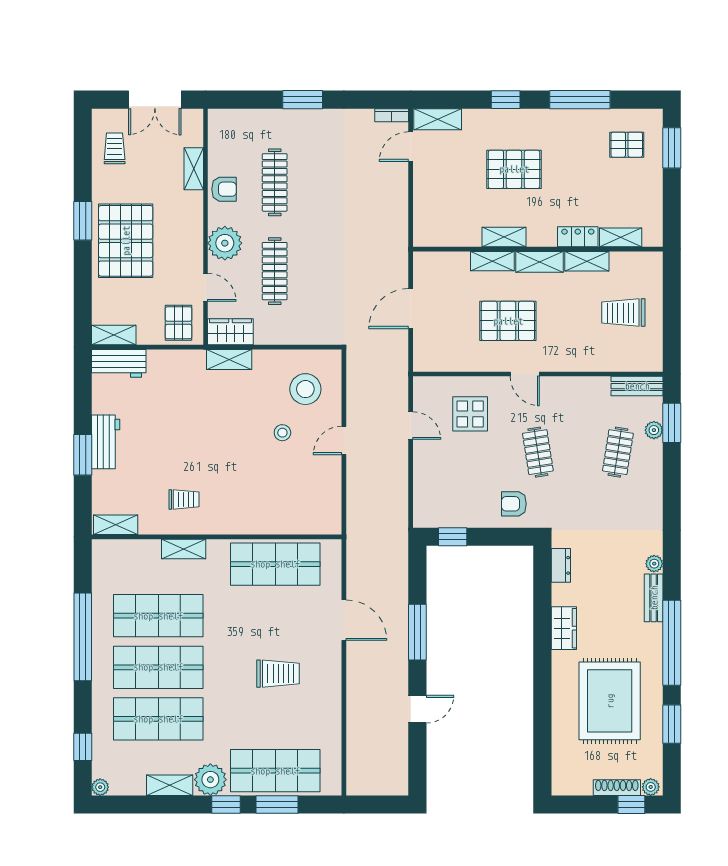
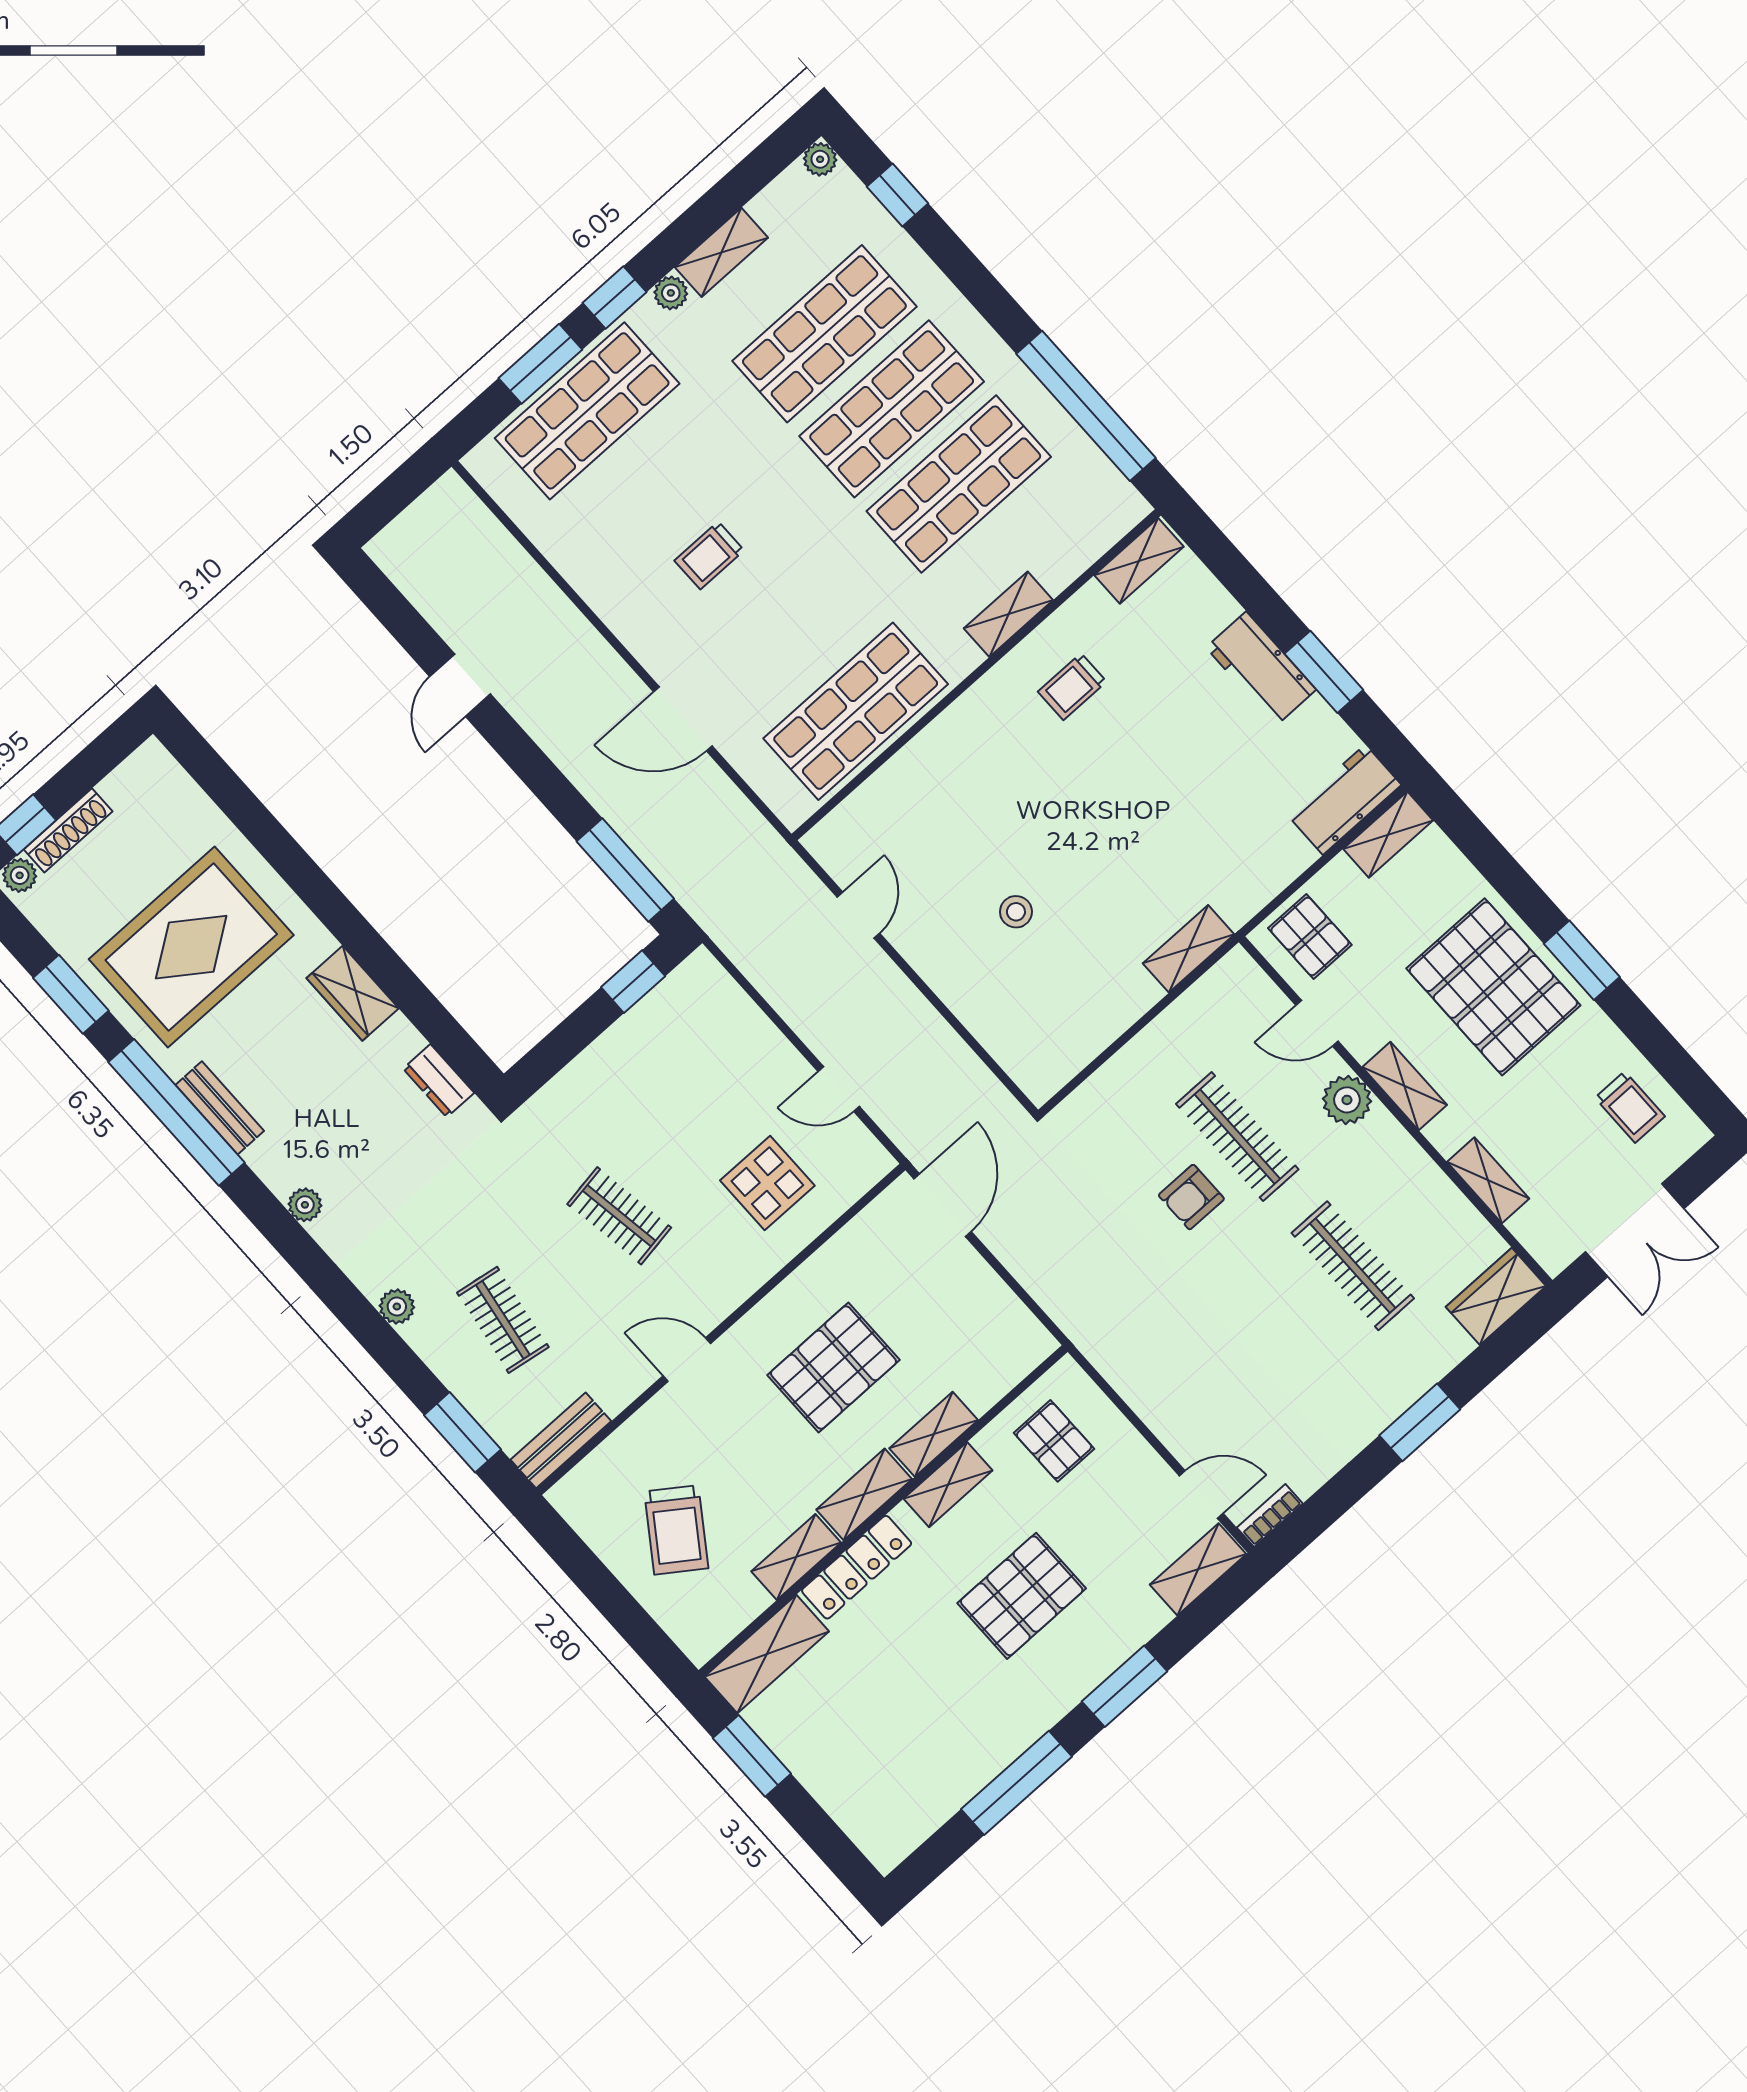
double door: (155, 100) -> (1635, 1230), swing flipped
window: (506, 100) -> (1125, 1686), width x1.50
pallet: (627, 145) -> (1054, 1441), moved, turned 90
door: (411, 147) -> (1201, 1495), hinge flipped
window: (672, 148) -> (752, 1756), moved
armchair: (224, 189) -> (1191, 1197), moved
shelving: (193, 233) -> (1405, 1086), added
locker: (578, 237) -> (857, 1567), width x1.53
shelving: (621, 237) -> (767, 1654), width x1.50, depth x1.33
plant: (225, 243) -> (1347, 1100), width x0.73, depth x0.73
door: (411, 309) -> (943, 1205), moved
trolley: (623, 313) -> (676, 1530), turned 125
wardrobe: (230, 332) -> (1496, 1296), moved, turned 180
door: (525, 374) -> (687, 1360), moved
stool: (305, 389) -> (1039, 1005), removed
plant: (654, 430) -> (397, 1306), moved
door: (344, 440) -> (858, 915), moved
window: (83, 455) -> (1324, 672), moved
armchair: (514, 504) -> (587, 1109), removed
bench: (654, 598) -> (220, 1108), moved
window: (417, 632) -> (625, 870), moved
window: (83, 637) -> (1086, 406), moved
trolley: (278, 674) -> (709, 555), width x0.73, depth x0.72
rug: (610, 701) -> (191, 947), turned 90
plant: (210, 780) -> (671, 293), width x0.53, depth x0.53

